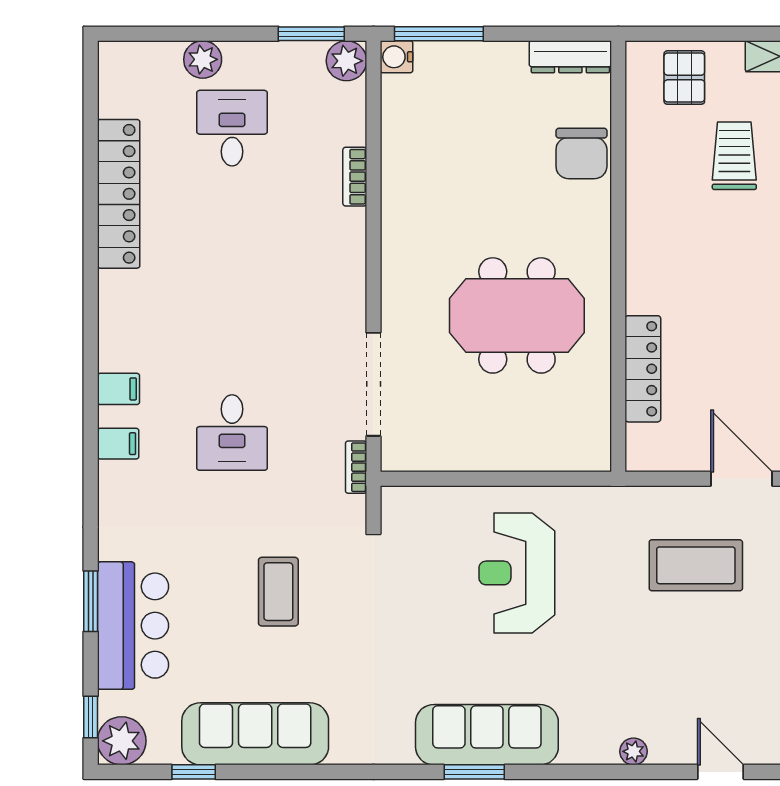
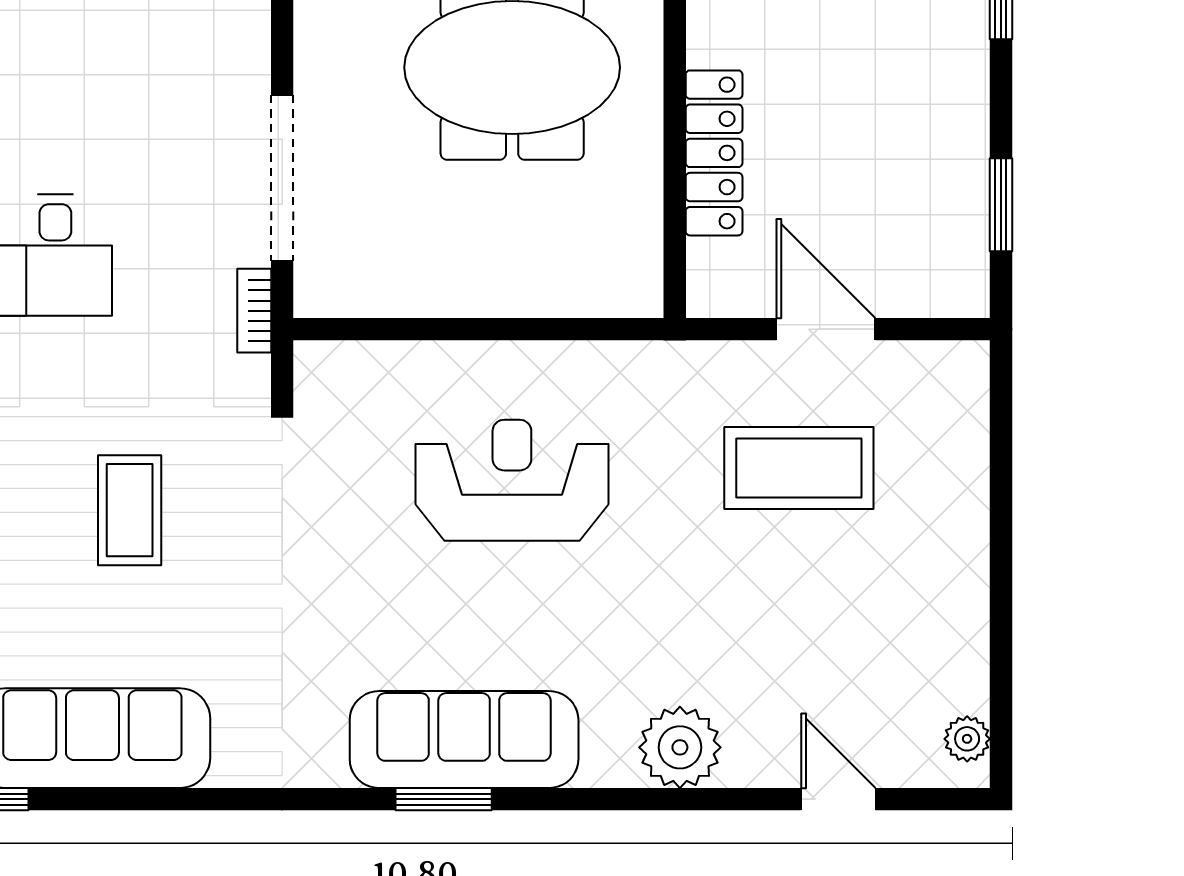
door: (741, 479) -> (826, 329), moved
reception desk: (517, 573) -> (512, 480), turned 90
plant: (633, 751) -> (680, 747), width x1.88, depth x1.88

